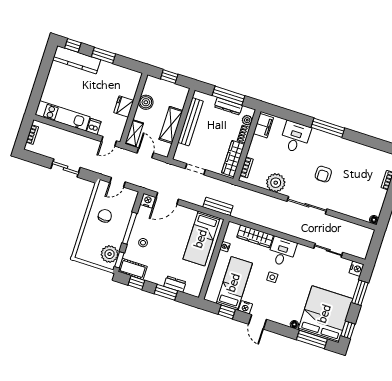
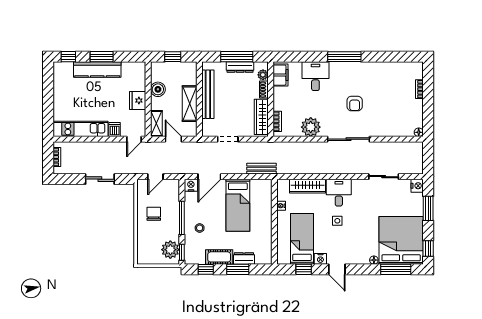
kitchen counter: (77, 60) -> (97, 70), moved
bed: (201, 239) -> (238, 205), moved
cot: (133, 269) -> (219, 257), moved

